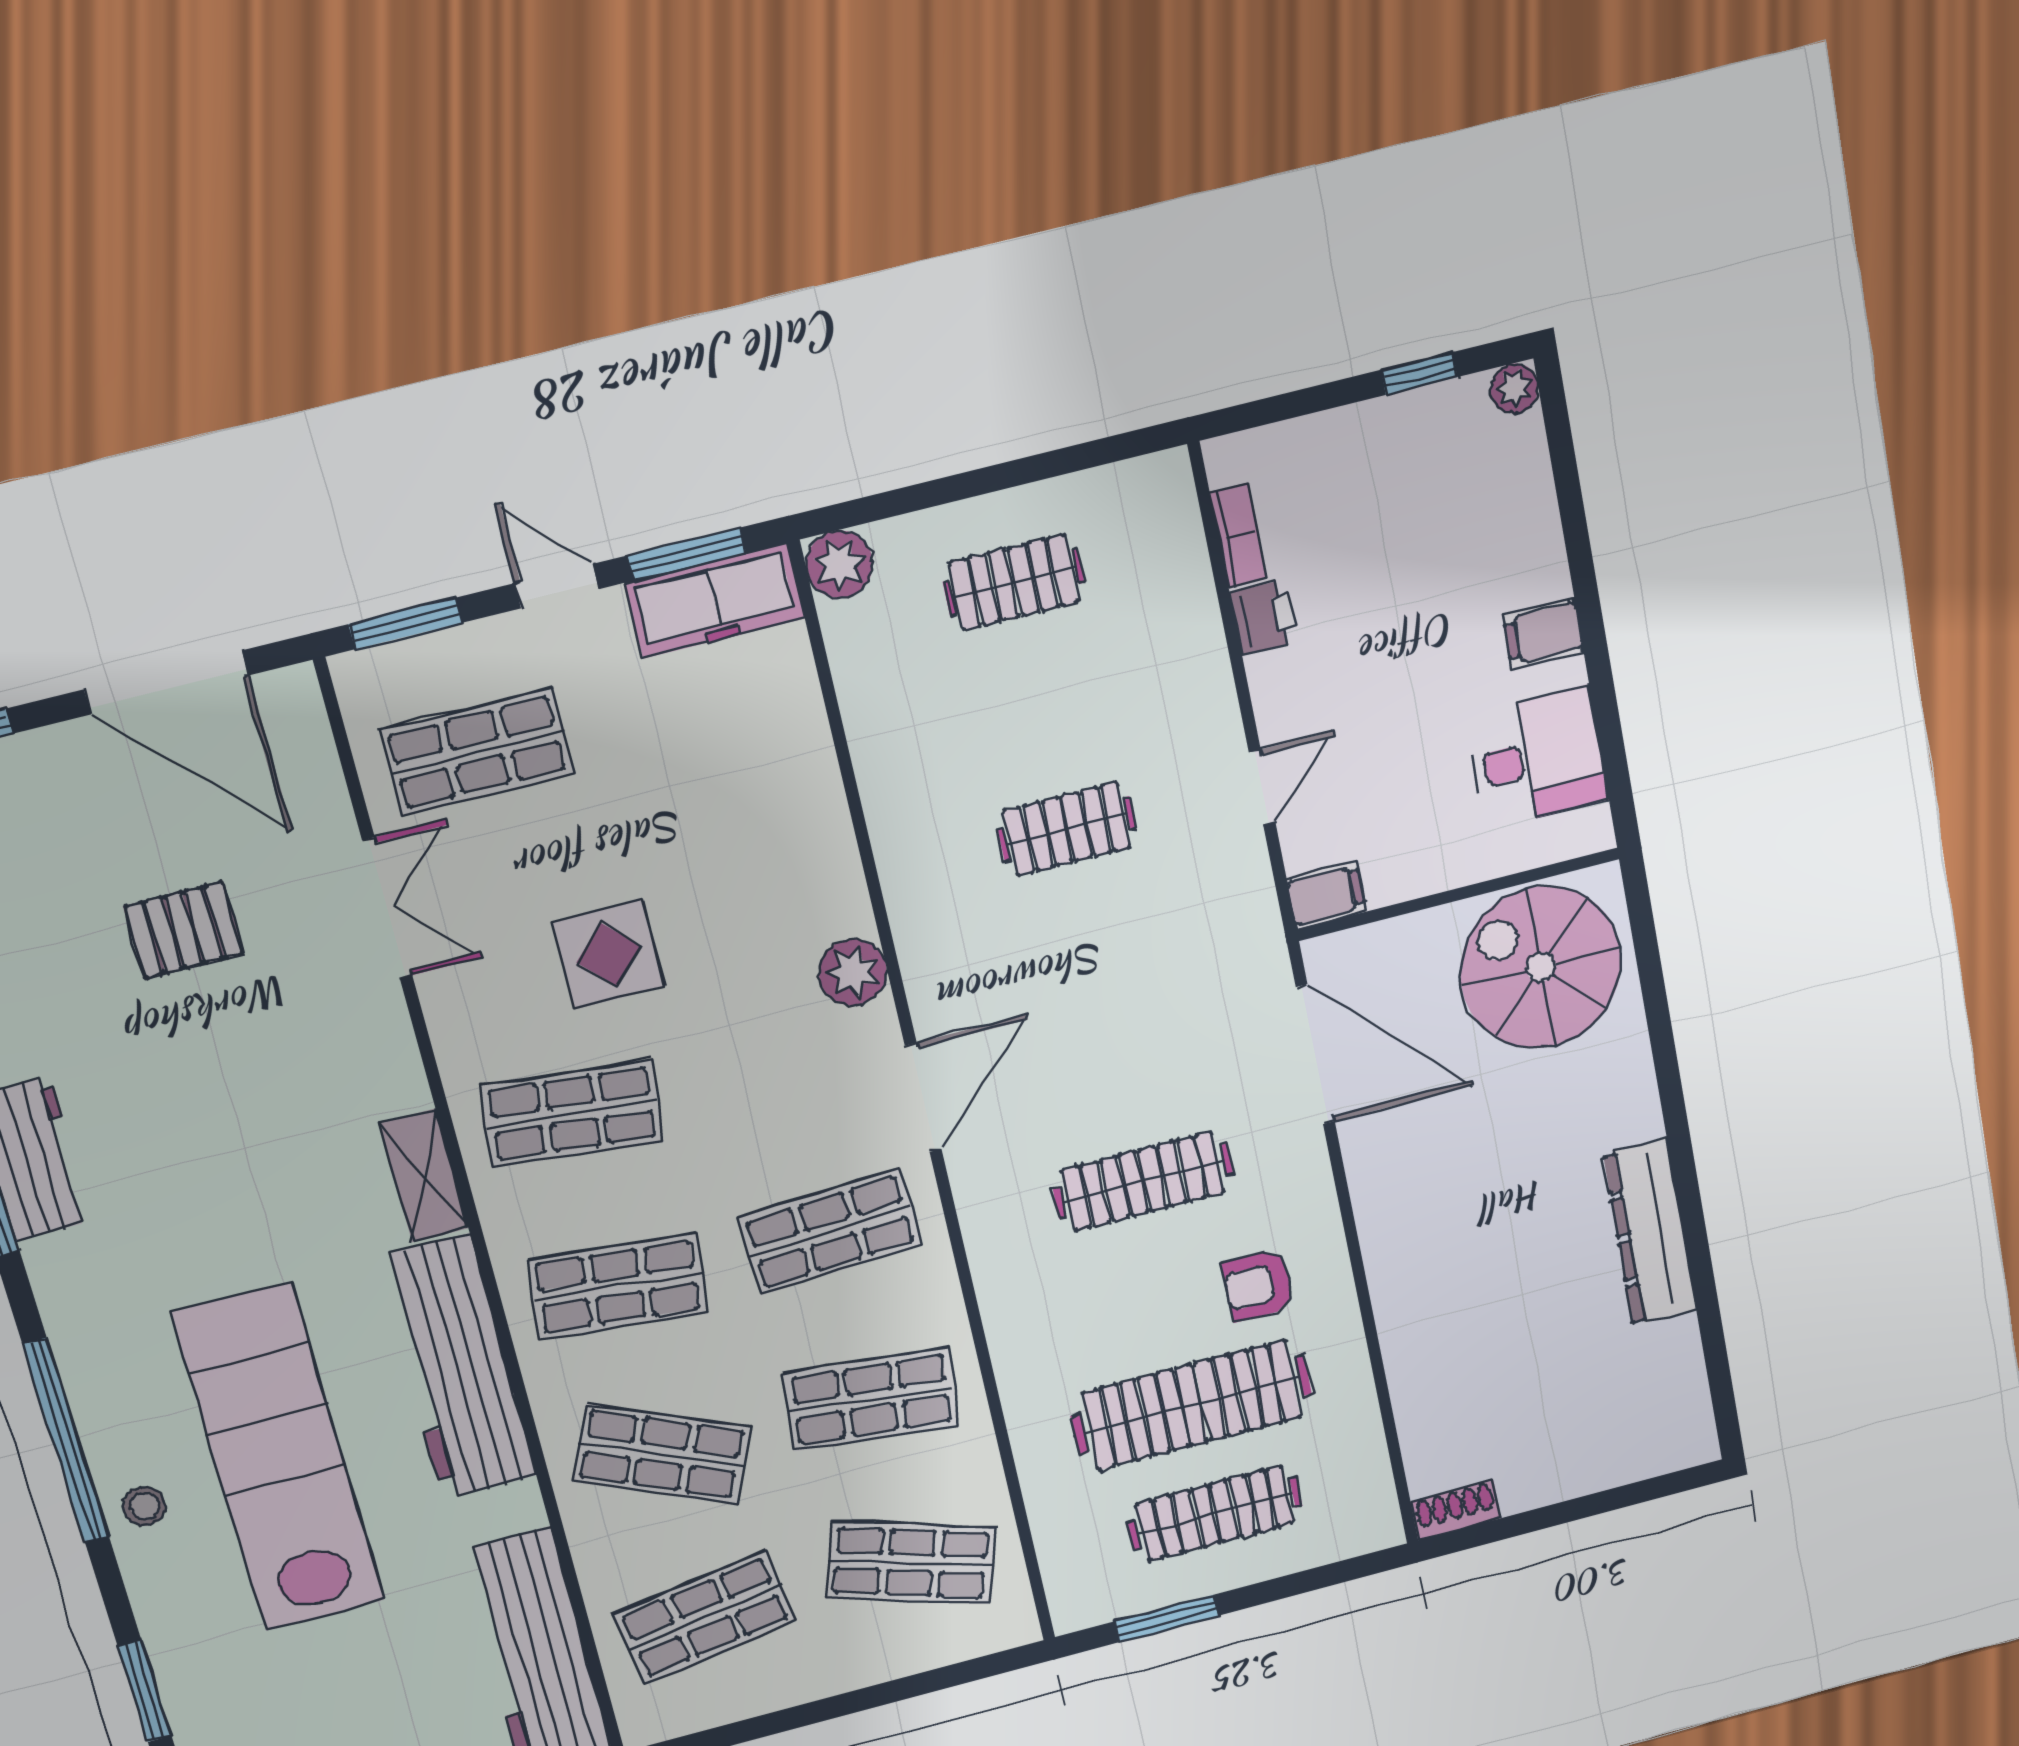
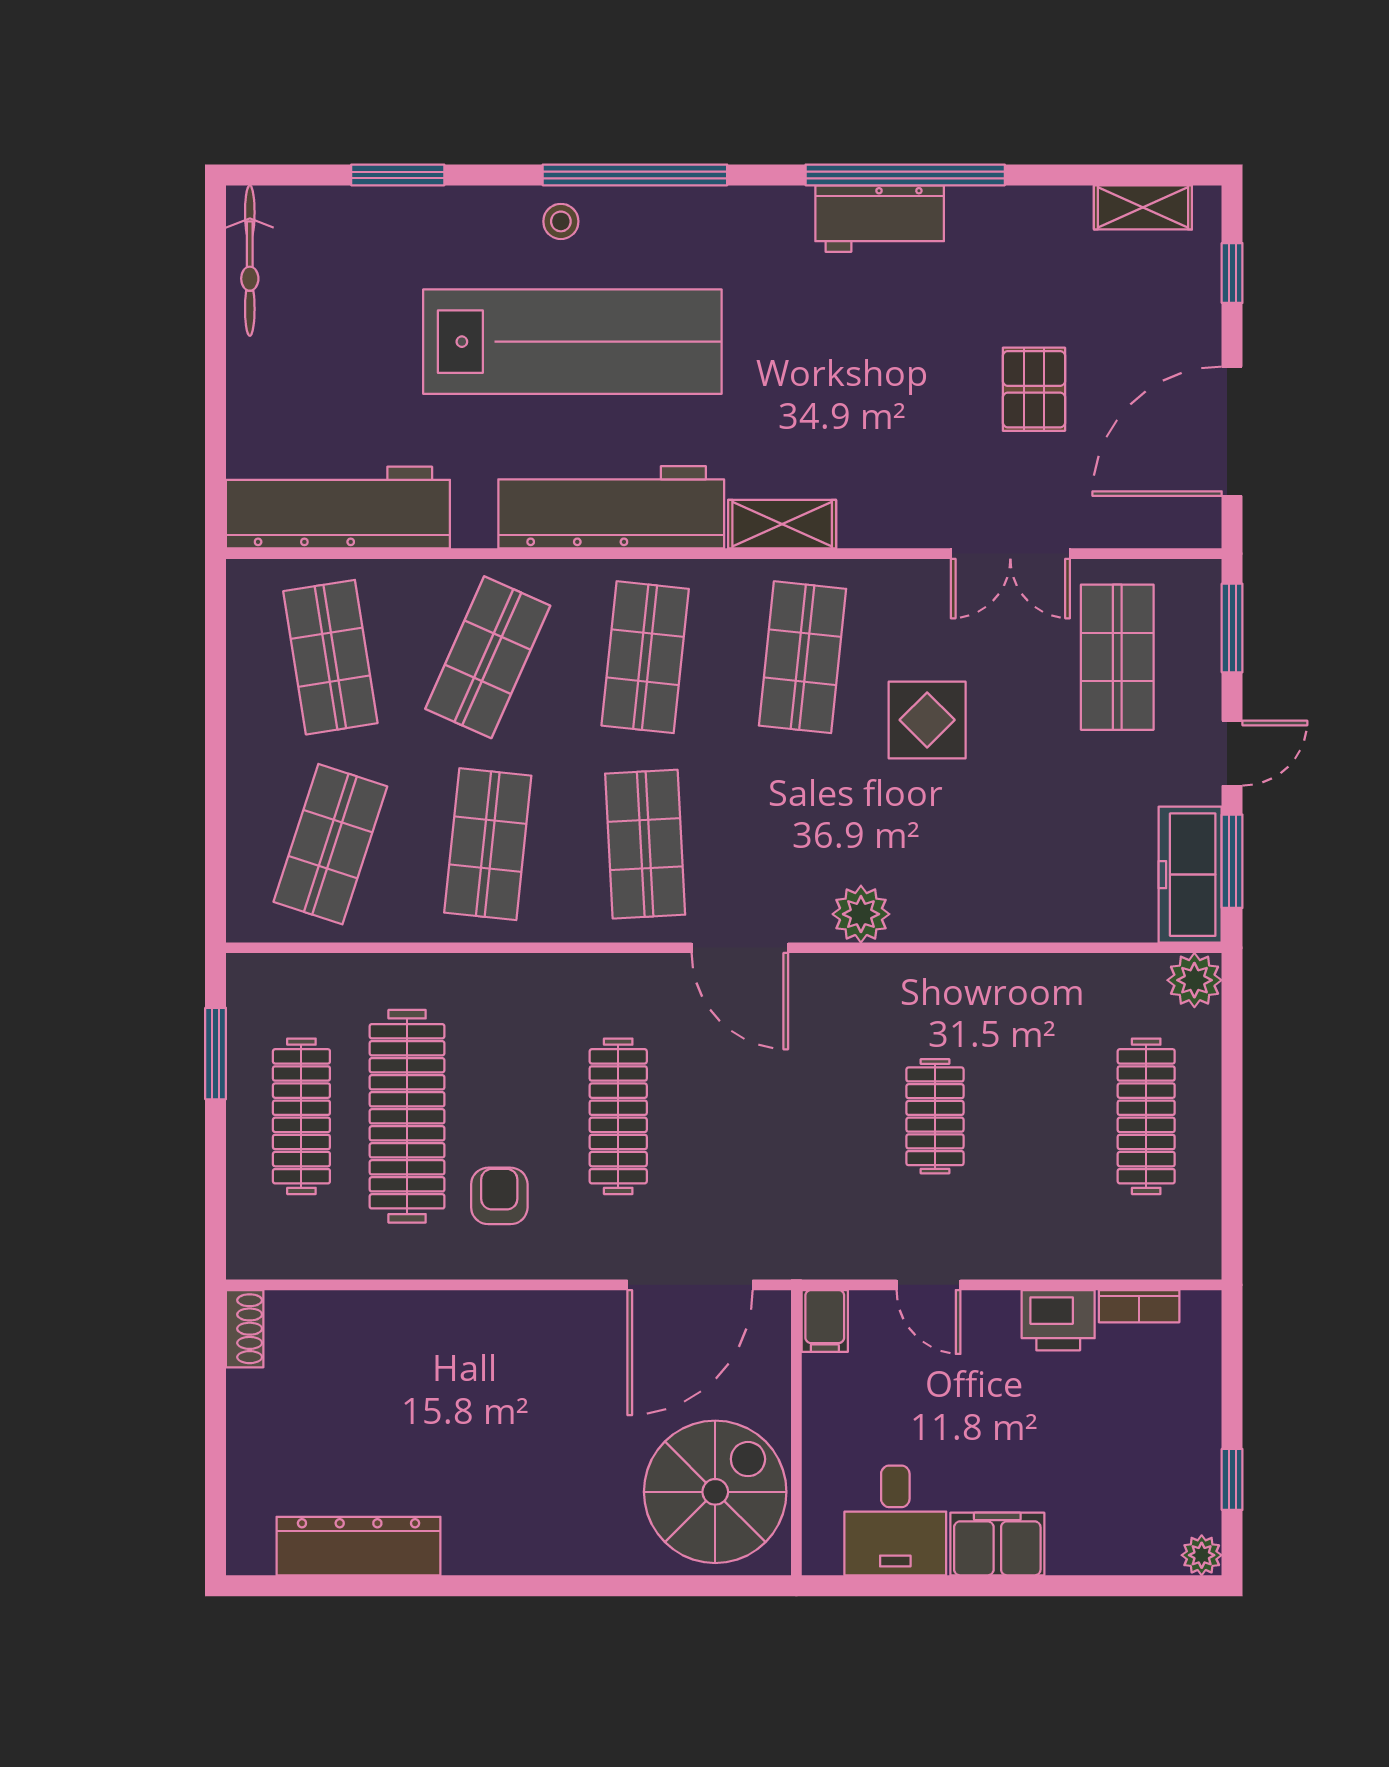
clothes rail: (1014, 582) -> (1146, 1116), width x1.36
printer: (1264, 617) -> (1058, 1320), width x1.36, depth x1.24
filing cabinet: (1543, 633) -> (997, 1544), width x2.00
dresser: (1650, 1232) -> (359, 1546), moved

